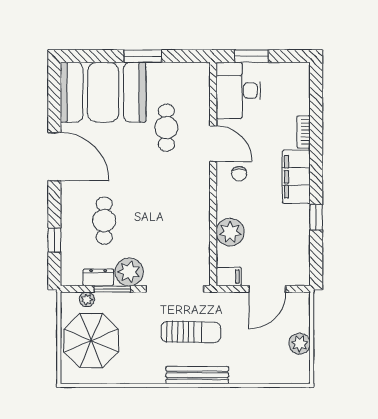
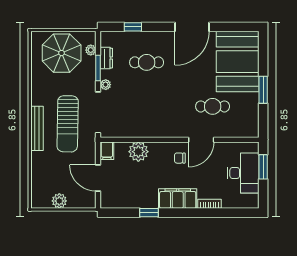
desk: (238, 90) -> (243, 173), moved, turned 90
plant: (129, 272) -> (106, 85), width x0.53, depth x0.53
sun lounger: (191, 332) -> (68, 124), width x1.36, depth x1.34

